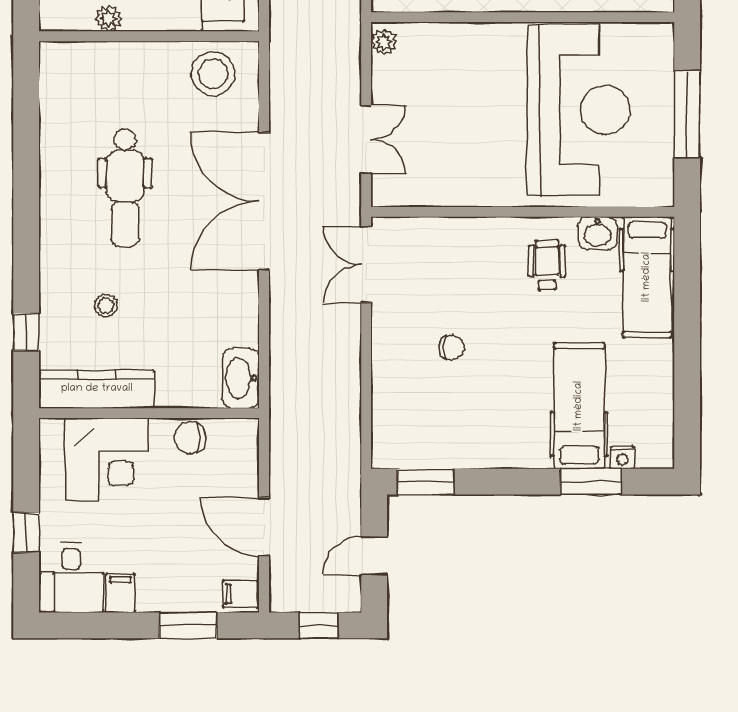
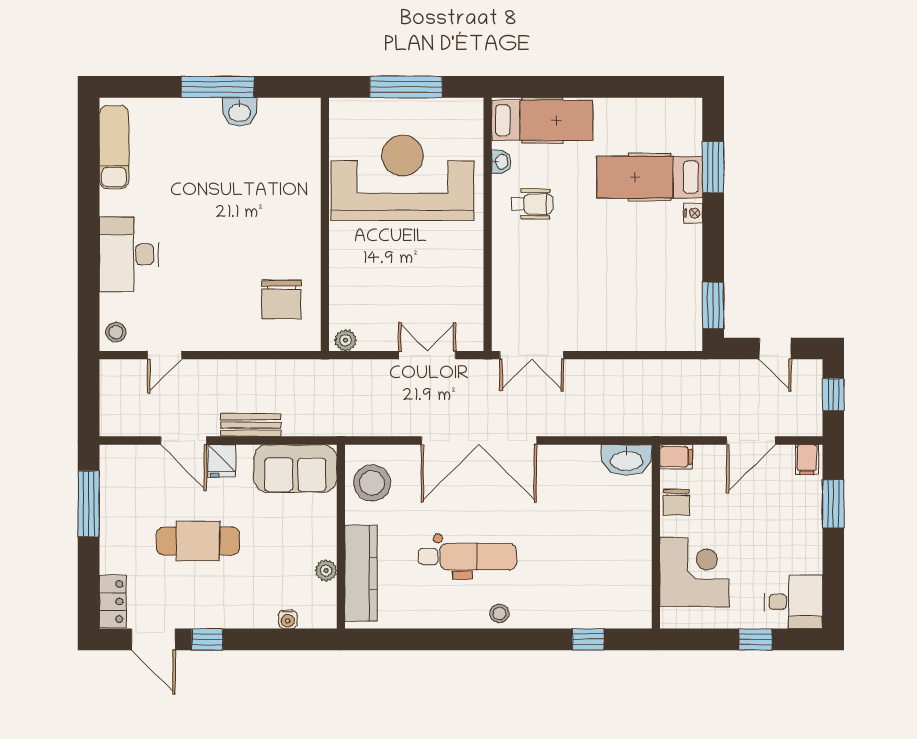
washbasin: (598, 233) -> (501, 162), width x0.72, depth x0.69
wheelchair: (547, 265) -> (532, 204), turned 180
stool: (106, 305) -> (499, 613), moved
chair: (451, 347) -> (601, 284), removed
kitchen counter: (97, 389) -> (361, 573), moved, turned 180
nightstand: (622, 458) -> (693, 213), moved
filing cabinet: (120, 593) -> (676, 457), moved, turned 180

